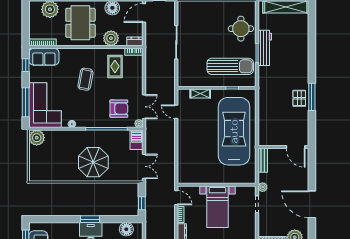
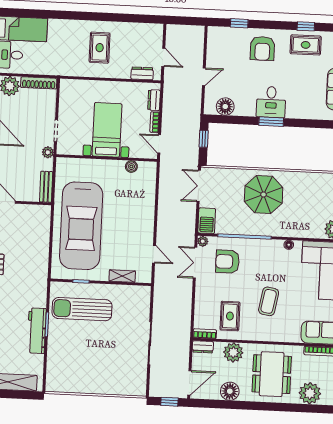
round table: (241, 29) -> (66, 357), removed
boiler: (197, 179) -> (131, 167), added

